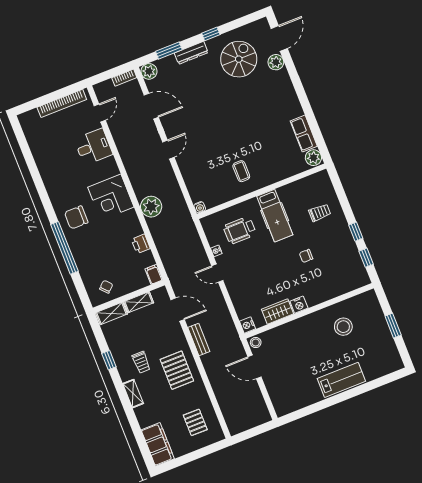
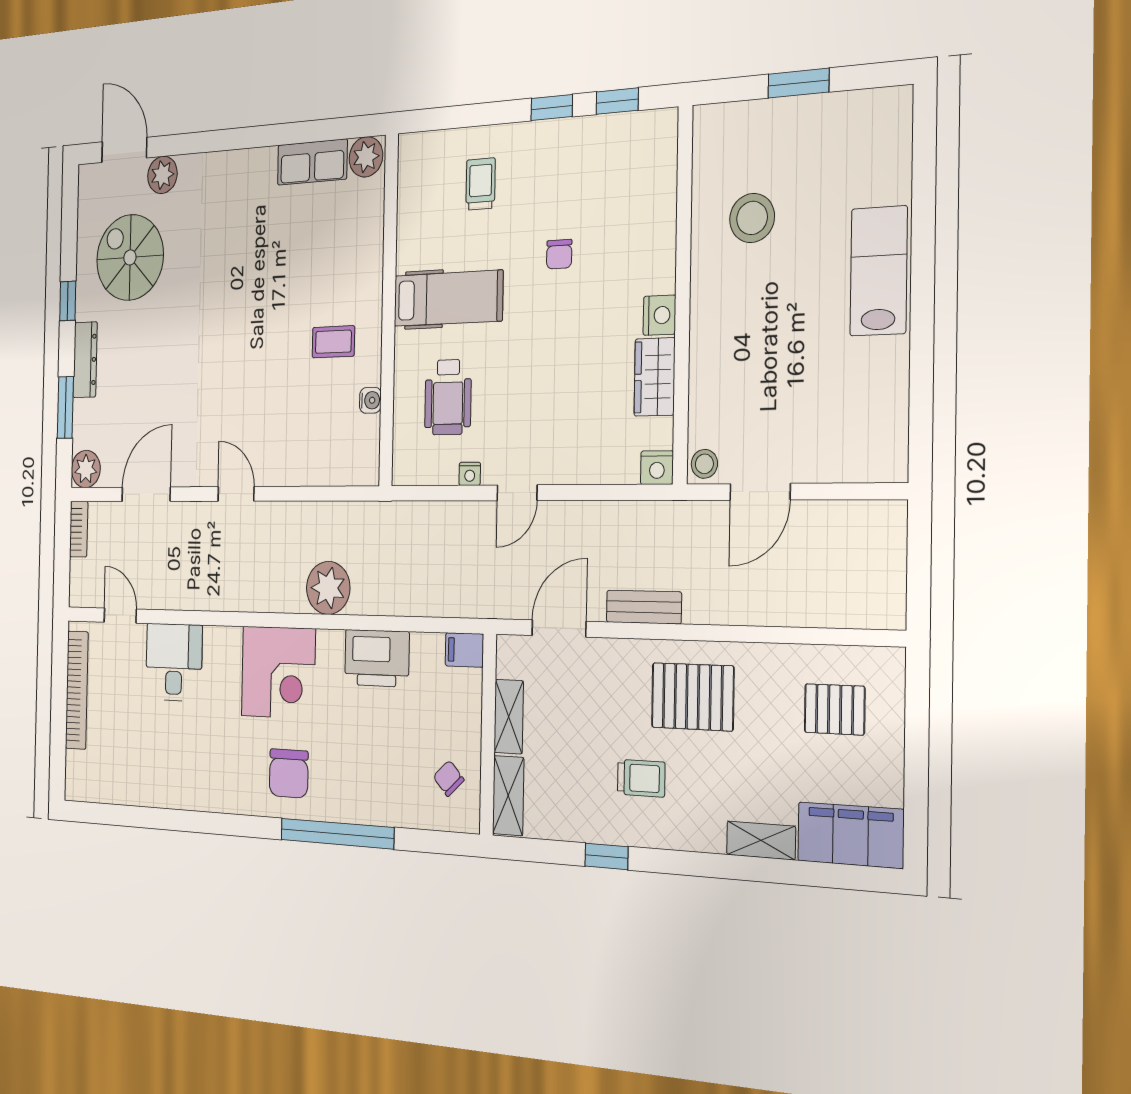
water cooler: (200, 207) -> (370, 400), moved
printer: (141, 244) -> (377, 658), width x1.87, depth x1.48
shelving: (133, 394) -> (761, 840), moved

